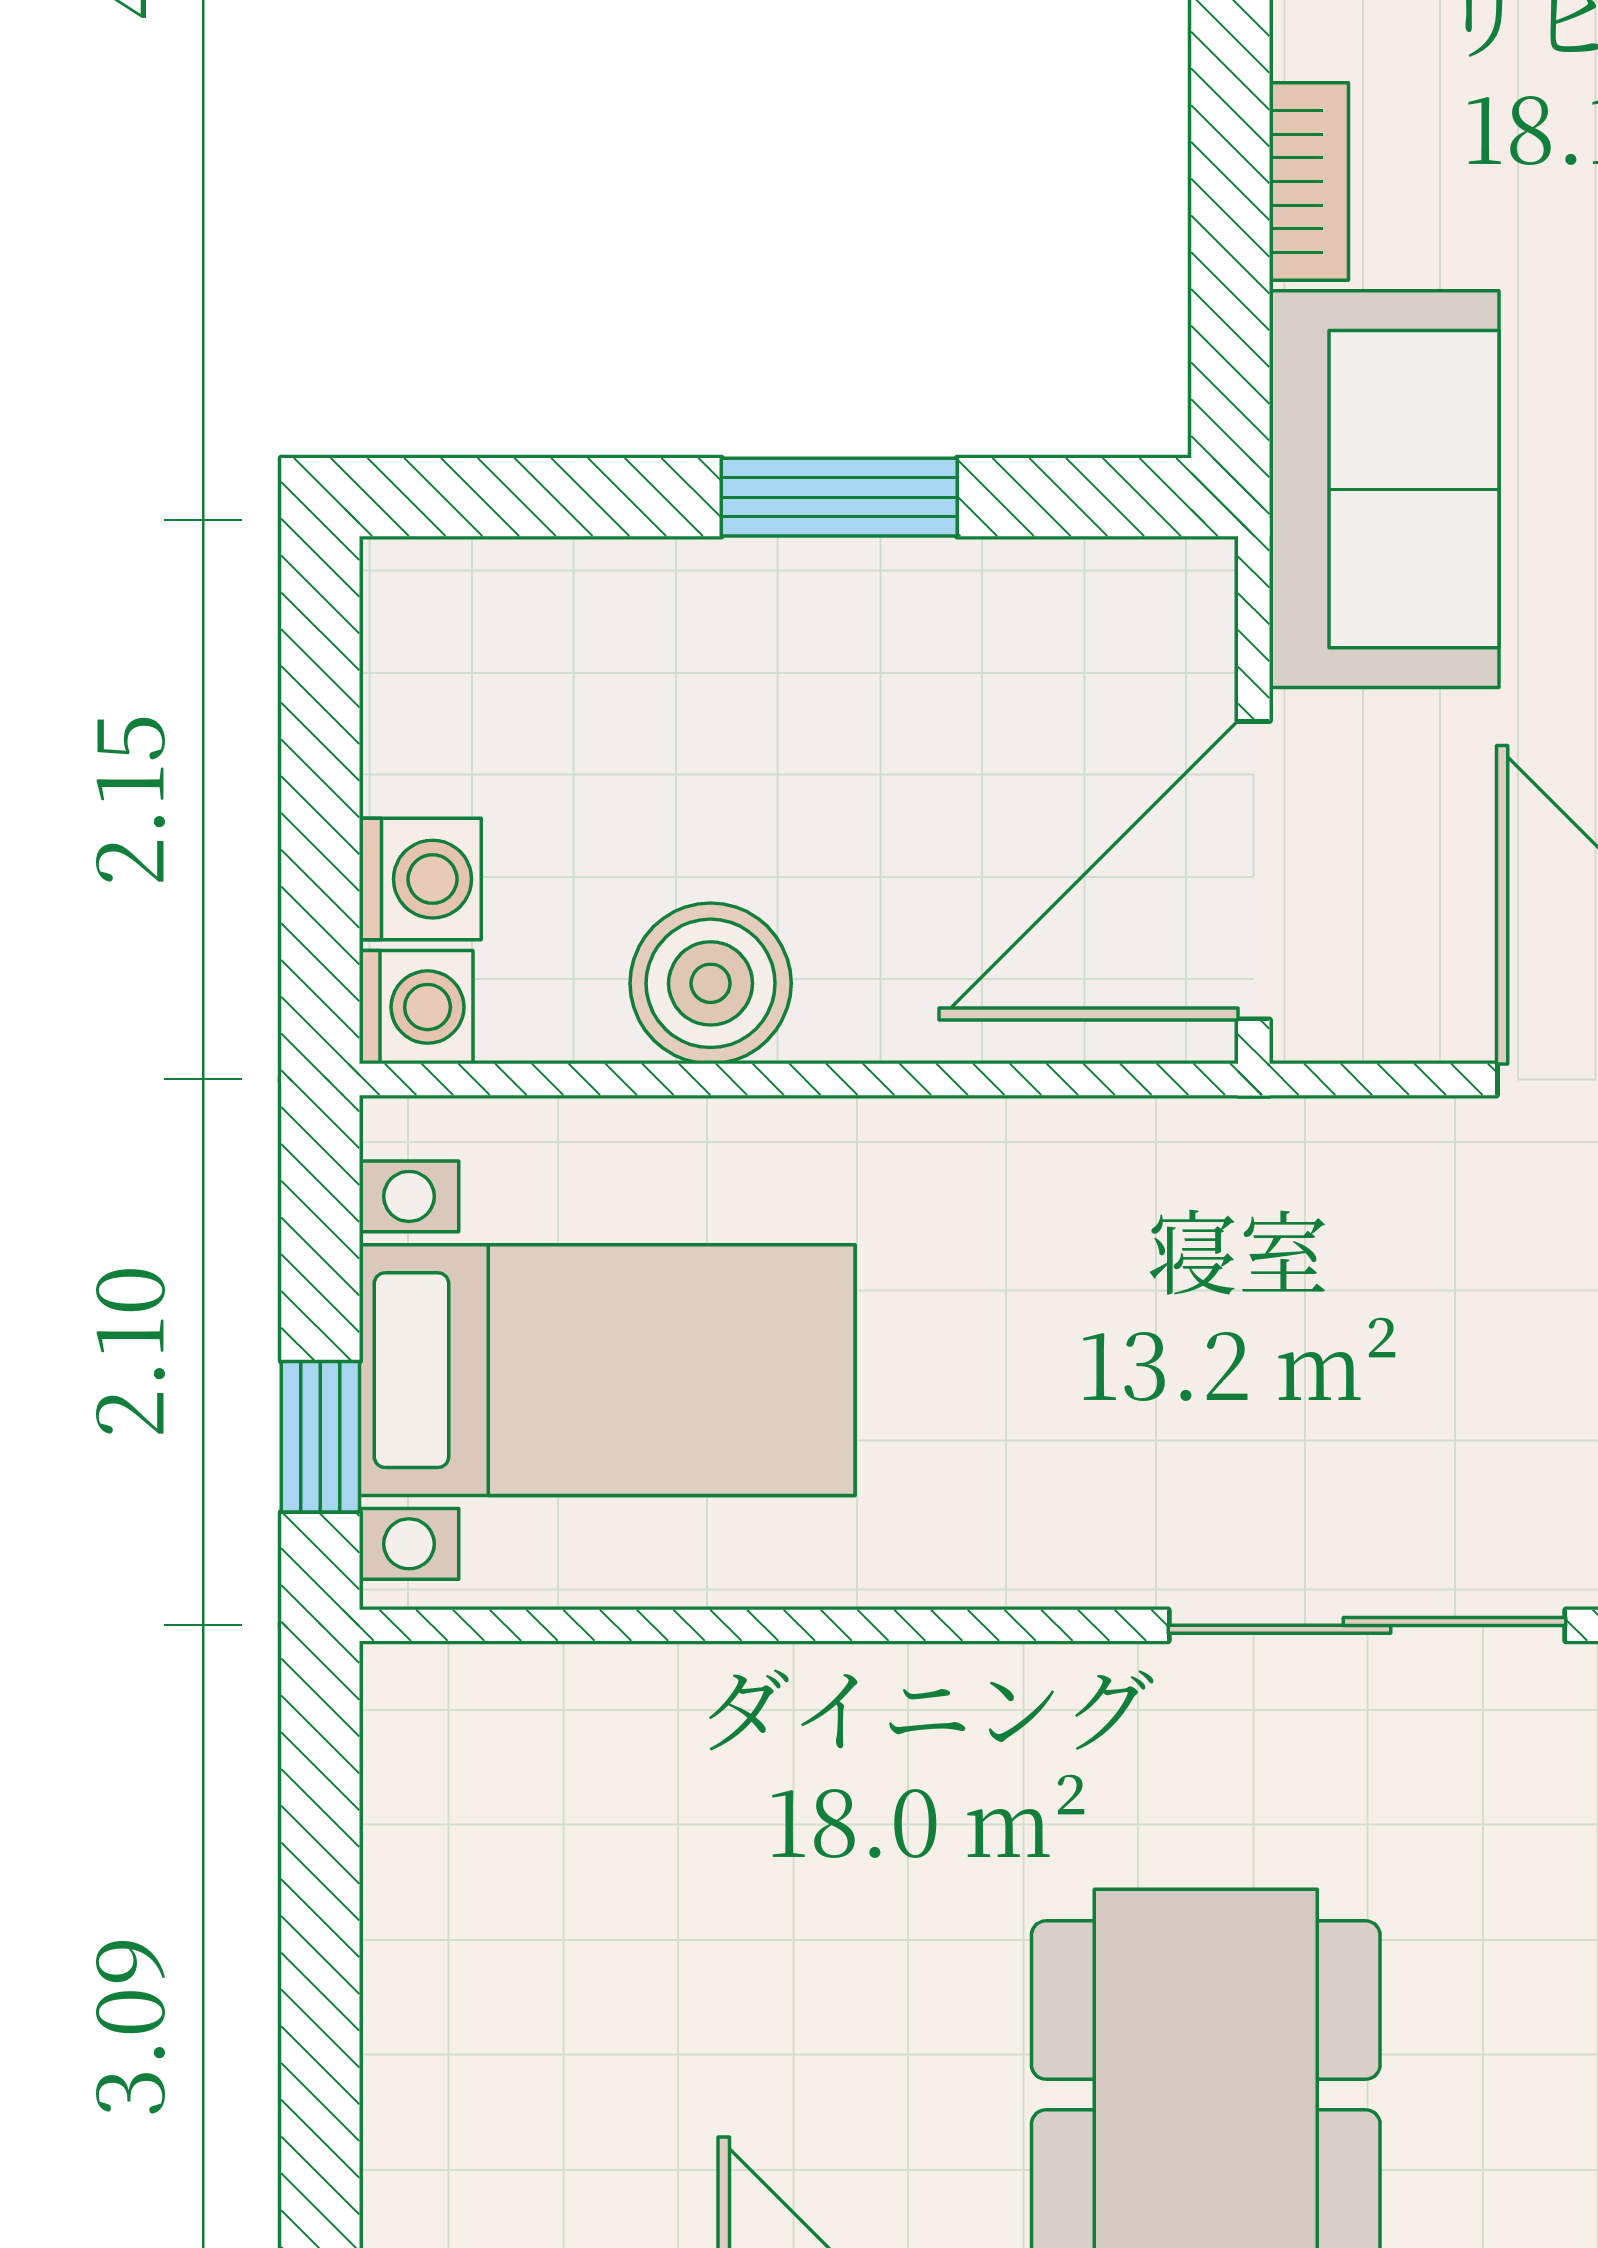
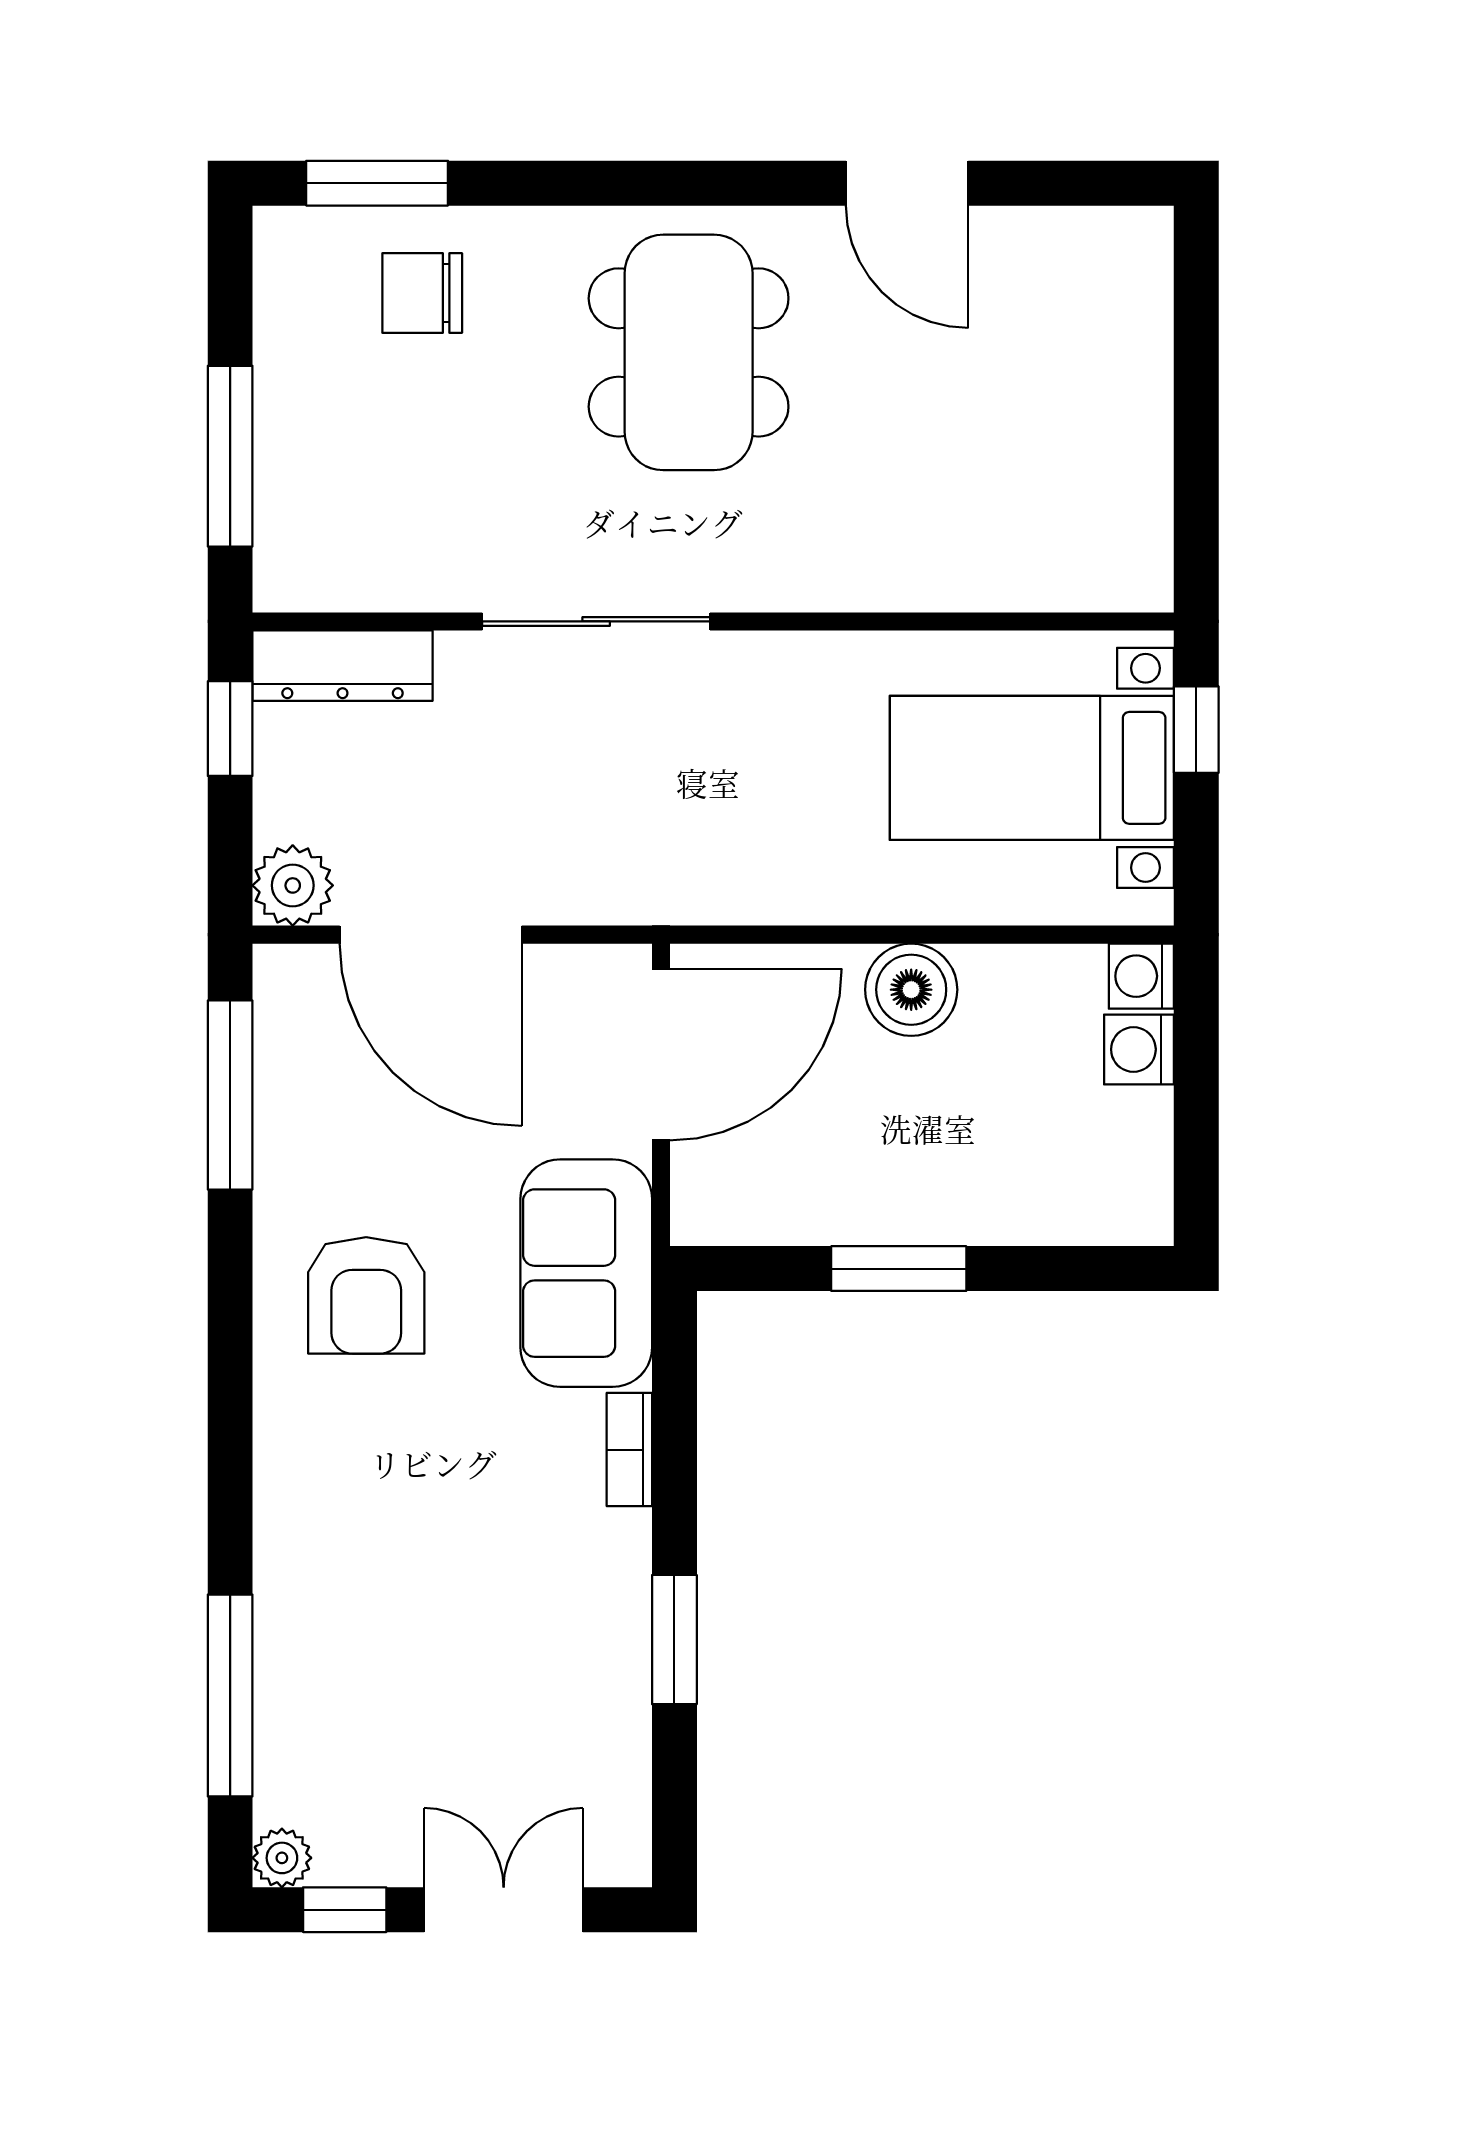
boiler: (711, 983) -> (911, 990), moved

